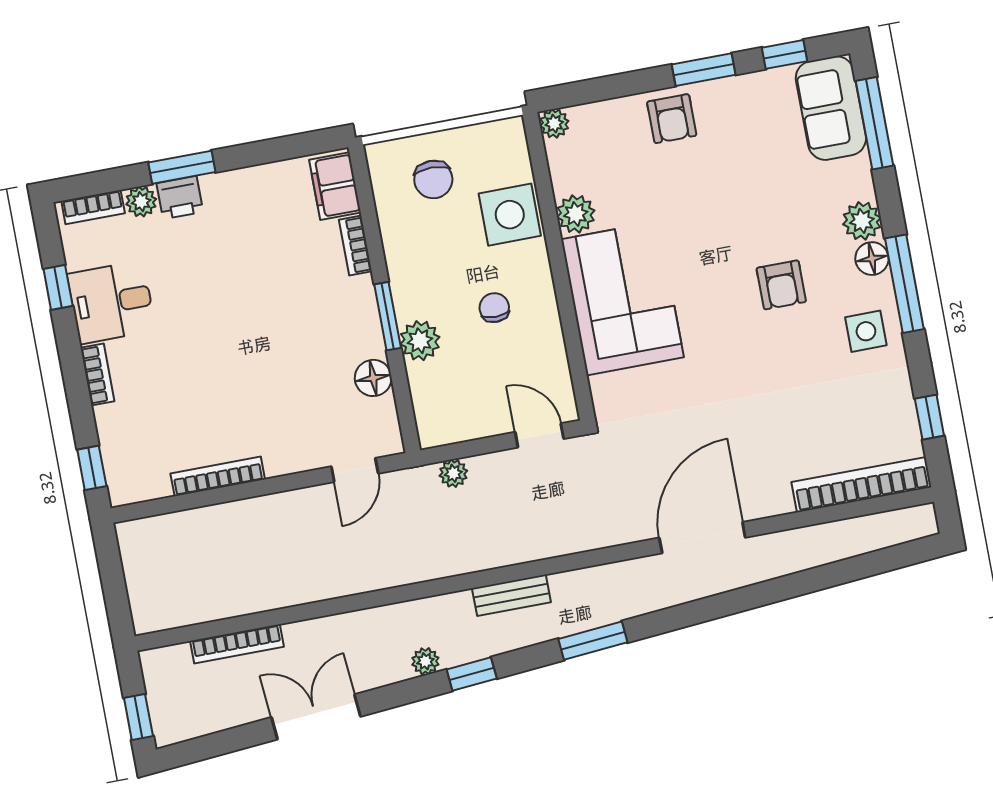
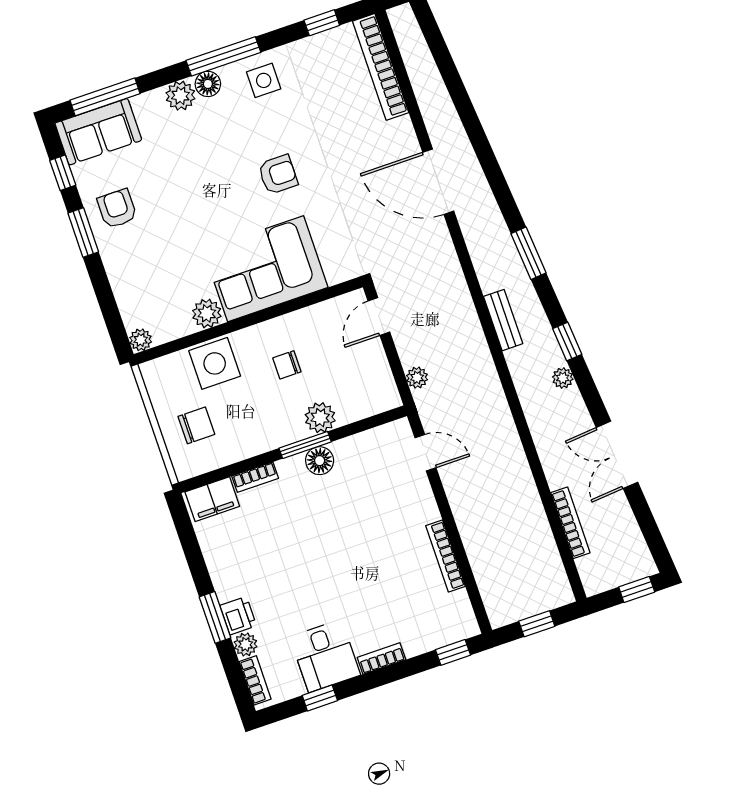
armchair: (672, 119) -> (117, 209), moved, turned -90
armchair: (781, 285) -> (278, 174), moved
floor lamp: (373, 378) -> (320, 461), moved
window: (113, 582) -> (537, 624), added

